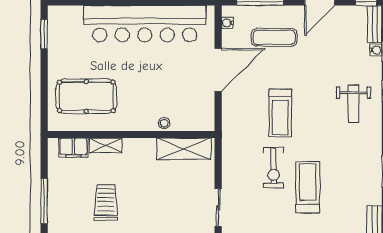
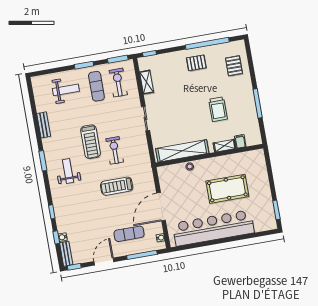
pool table: (86, 96) -> (227, 189), moved
weight bench: (354, 104) -> (68, 171), moved
treadmill: (280, 113) -> (117, 186), turned -90
filing cabinet: (74, 148) -> (240, 141), width x0.50
shelving: (184, 149) -> (182, 151), width x1.47

